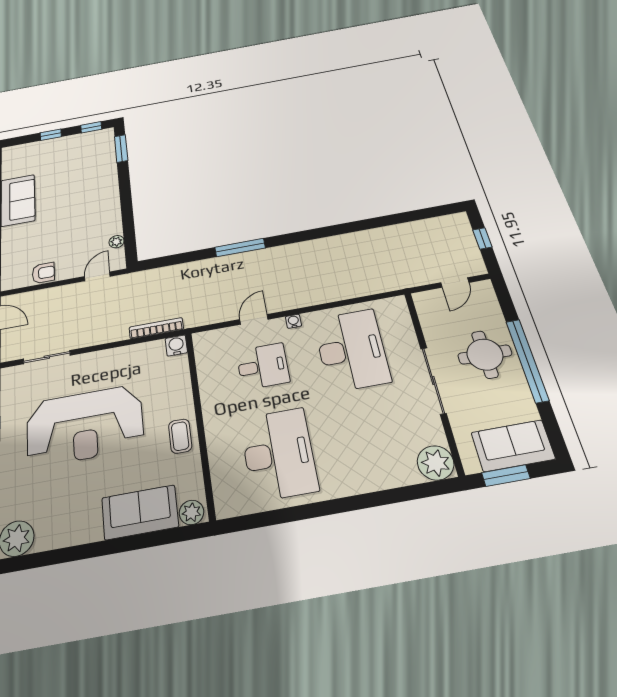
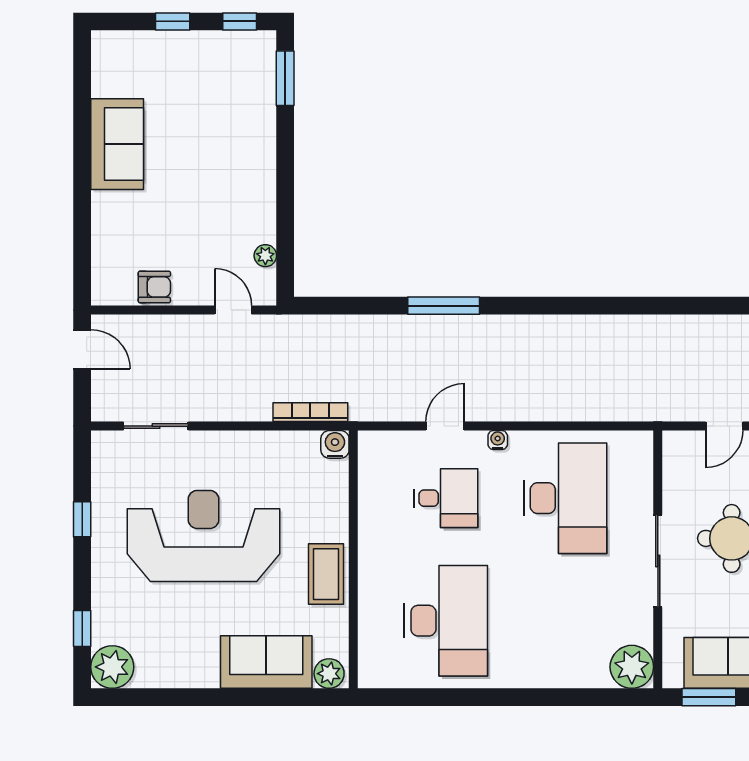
door: (97, 276) -> (233, 310), hinge flipped
reception desk: (85, 425) -> (204, 536), turned 180
coffee table: (180, 436) -> (326, 574), width x1.36, depth x1.30

